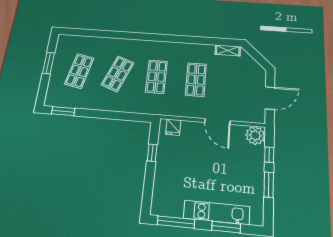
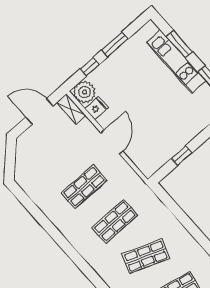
shelving: (228, 50) -> (71, 109), moved
door: (217, 122) -> (112, 142), moved
fridge: (173, 127) -> (97, 108), moved

